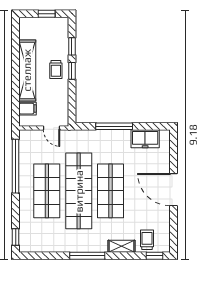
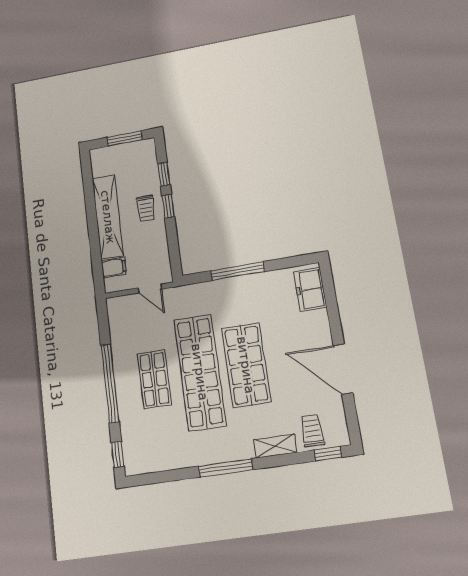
window: (47, 14) -> (125, 138), width x1.50
freezer: (145, 139) -> (310, 289), moved, turned 90
window: (16, 166) -> (110, 383), moved
door: (174, 190) -> (343, 369), moved
shop shelf: (47, 191) -> (154, 379), width x0.70, depth x0.74

